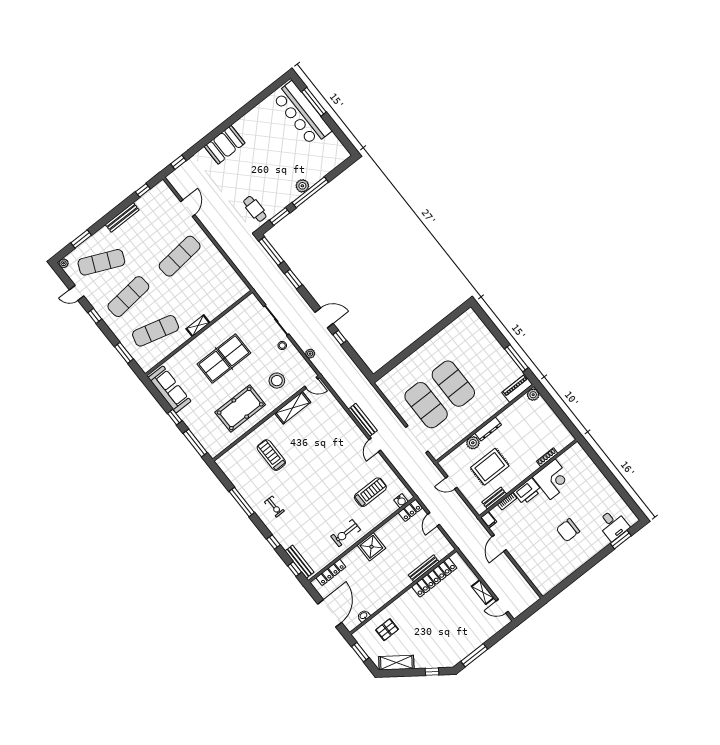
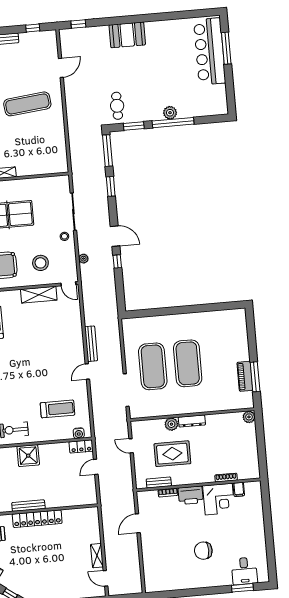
piano: (517, 388) -> (245, 376), moved, turned -90
filing cabinet: (489, 520) -> (239, 489), moved
bench: (424, 568) -> (28, 506), moved
locker: (434, 577) -> (37, 519), moved

